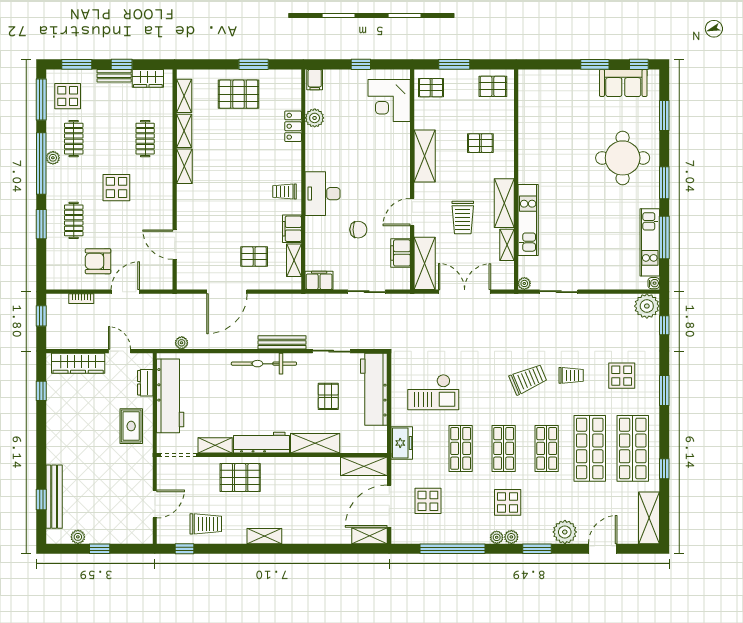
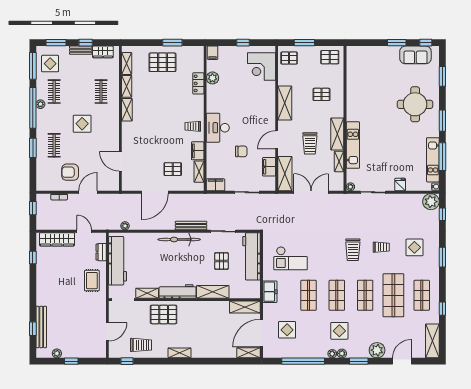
fridge: (600, 280) -> (400, 185), added
trolley: (528, 379) -> (353, 250), turned 113
shop shelf: (633, 448) -> (422, 295), width x0.70, depth x0.74

